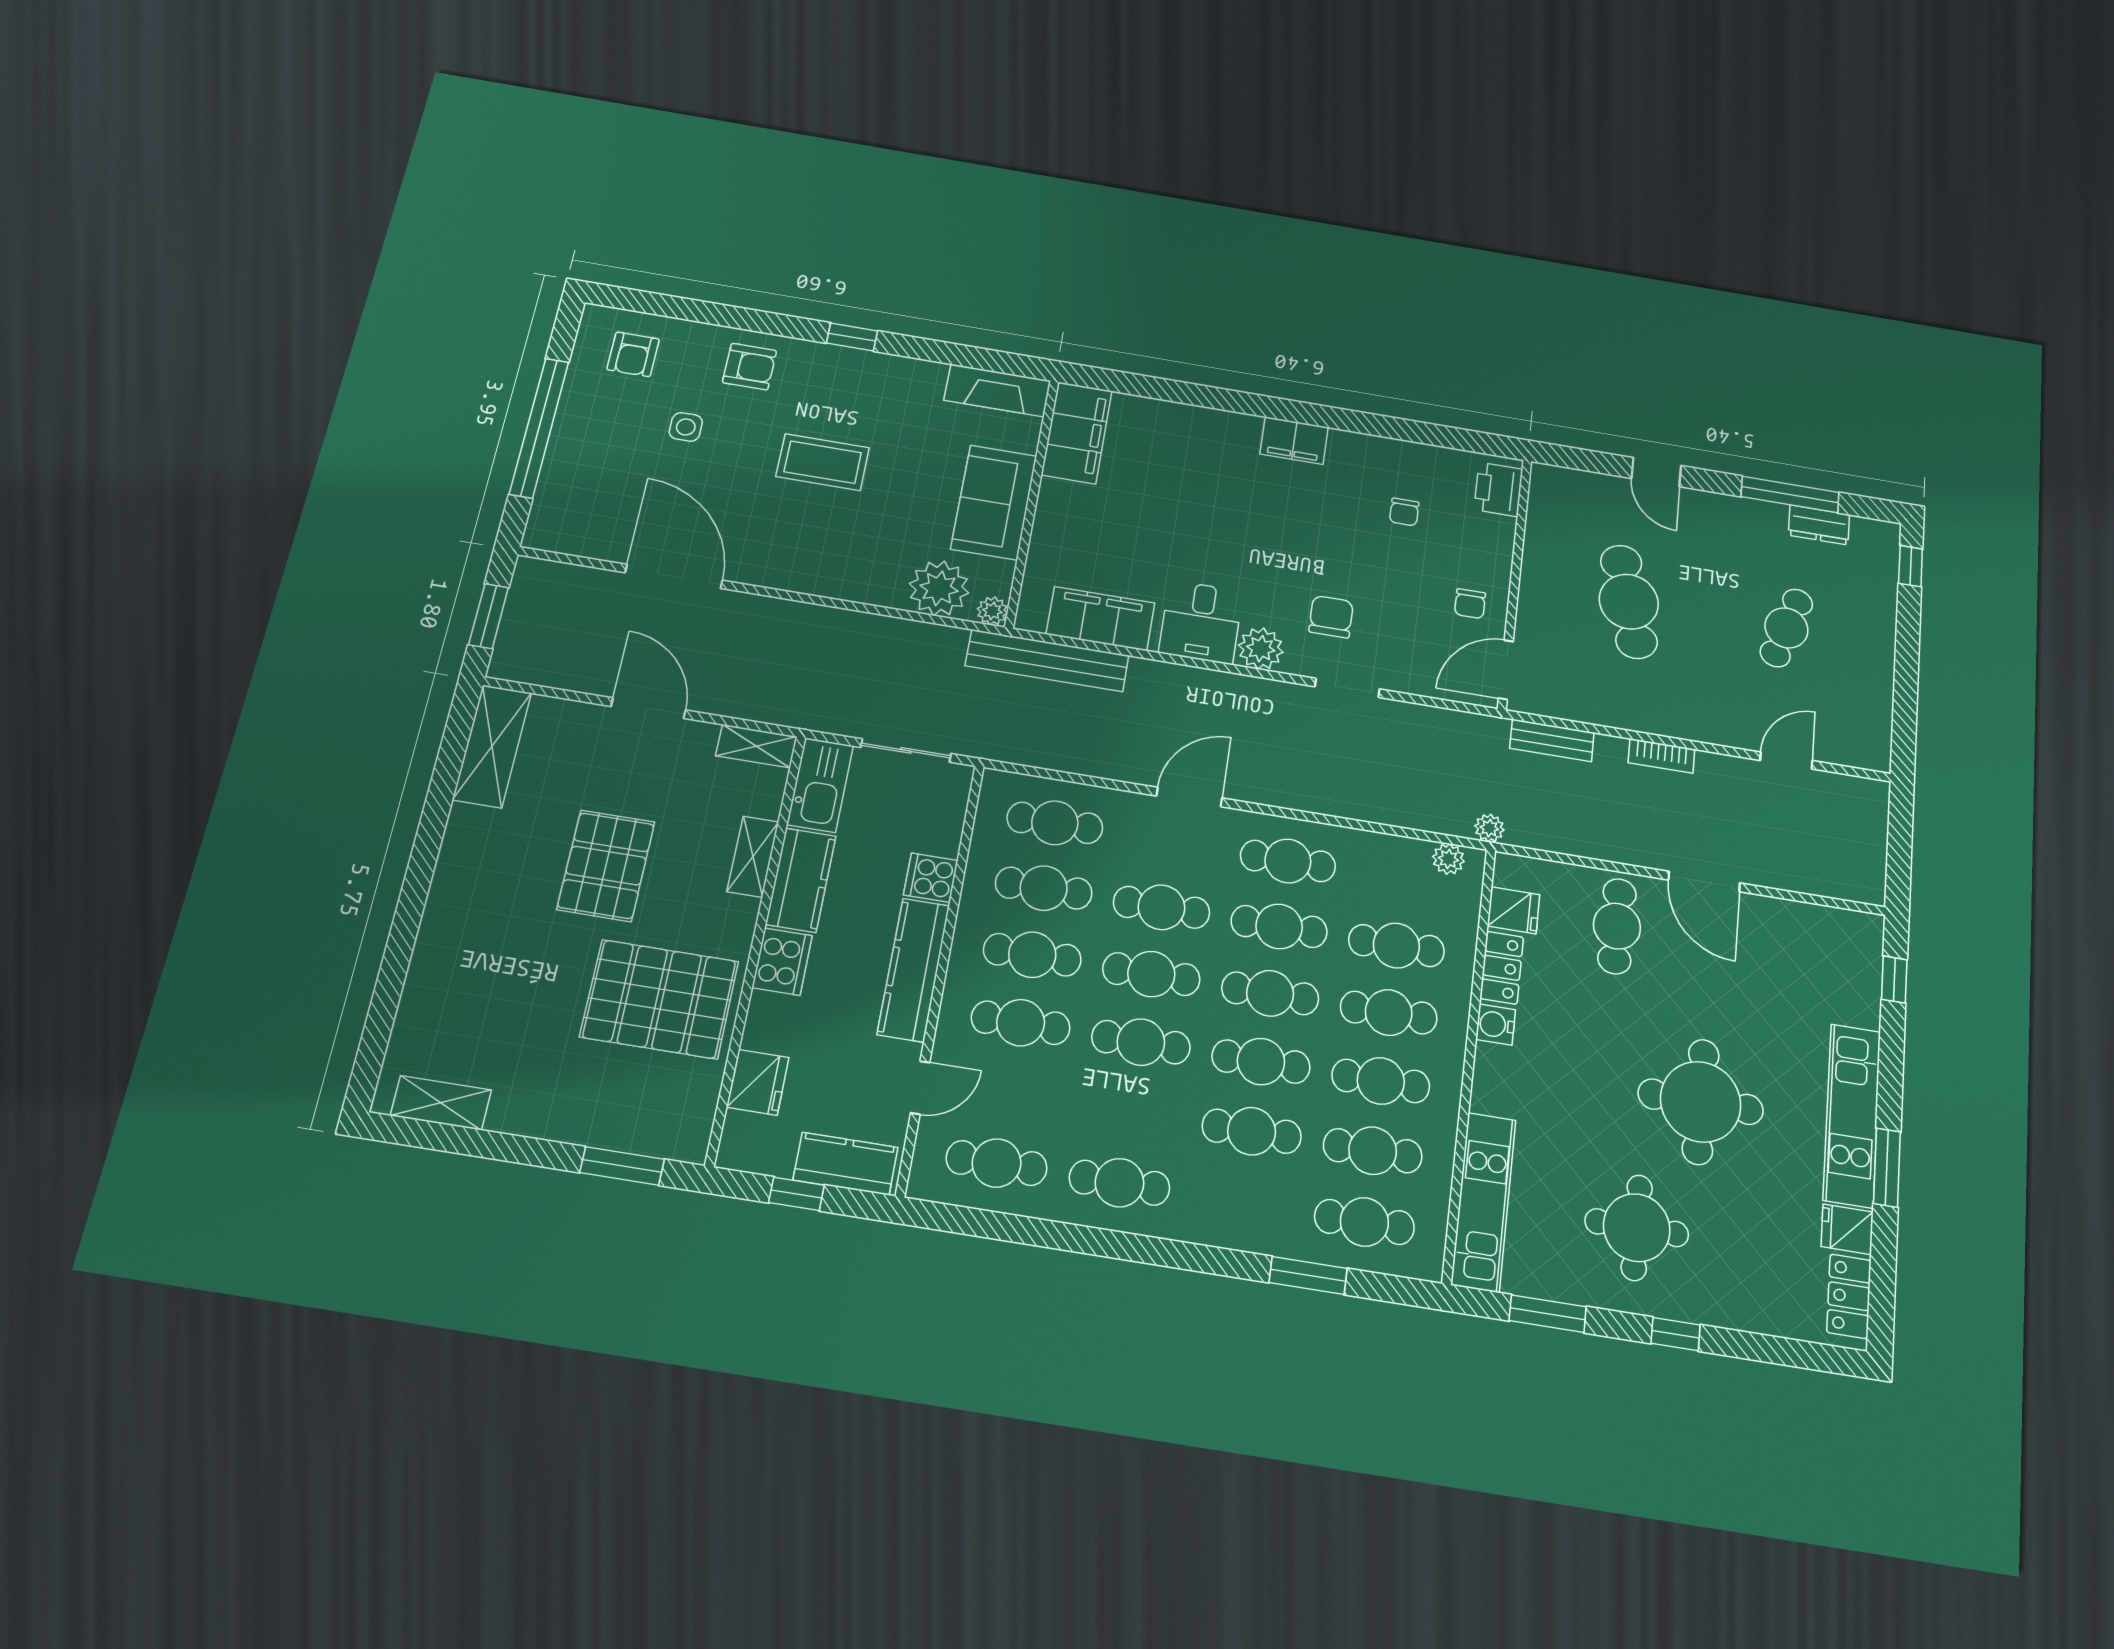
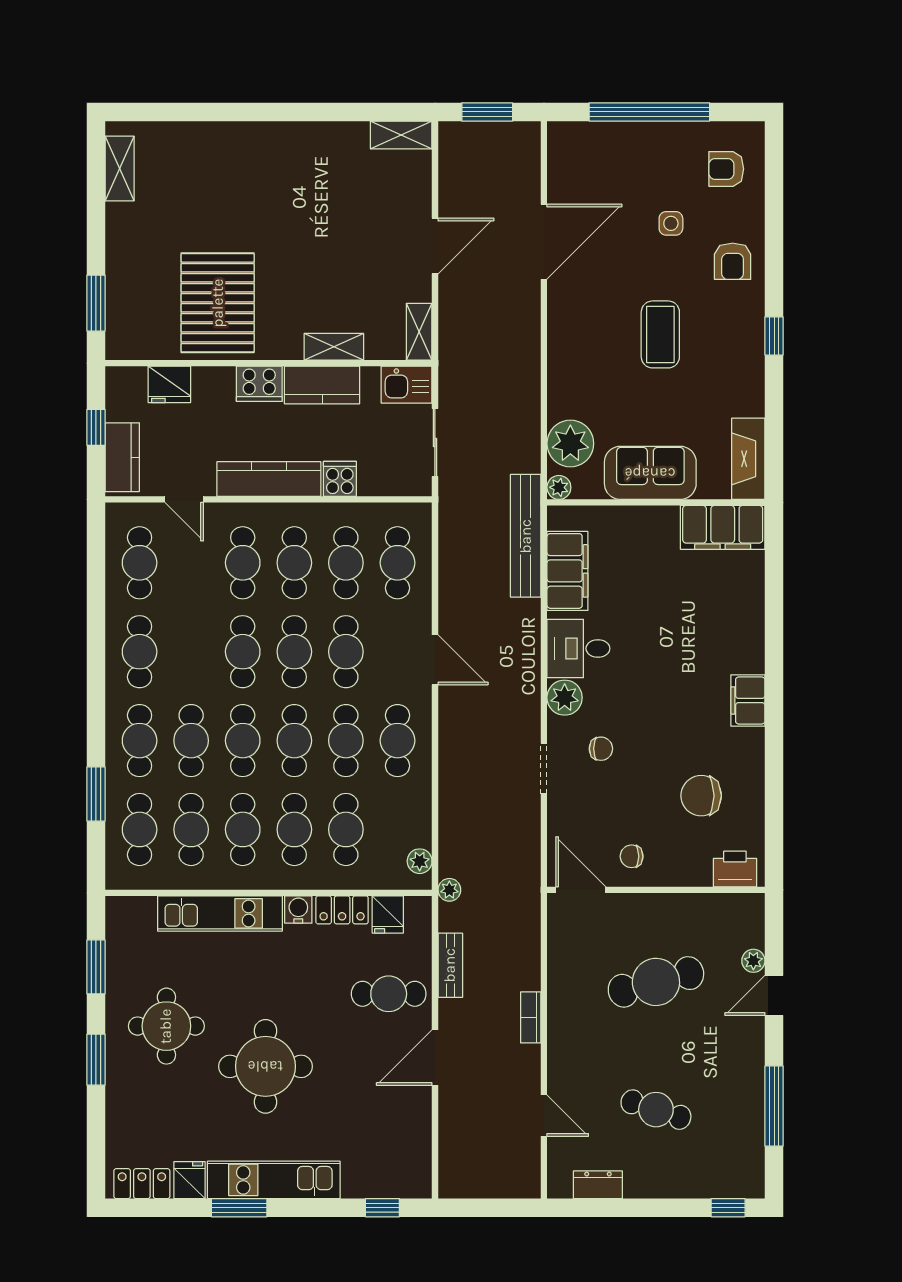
plant: (1612, 488) -> (753, 961), added
chair: (1404, 512) -> (701, 796), width x1.87, depth x1.87
dresser: (1819, 525) -> (598, 1185), moved, turned 90
chair: (1331, 617) -> (601, 749), width x0.73, depth x0.73
bench: (1552, 740) -> (450, 965), moved
shelving: (492, 746) -> (401, 135), width x0.67, depth x0.75
kitchen sink: (820, 785) -> (407, 385), width x0.73
pallet: (606, 866) -> (309, 243), removed
cafe table: (1242, 1202) -> (140, 741), added
kitchen unit: (1484, 1202) -> (220, 913), moved
window: (1676, 1334) -> (96, 1060), width x1.50

